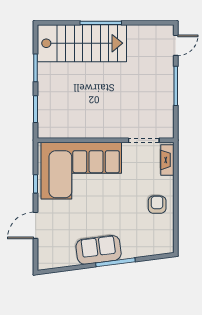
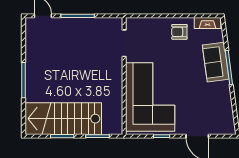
stairs: (82, 43) -> (63, 119), moved, turned -90
fireplace: (167, 160) -> (207, 23), moved
sofa: (99, 250) -> (216, 62), moved

